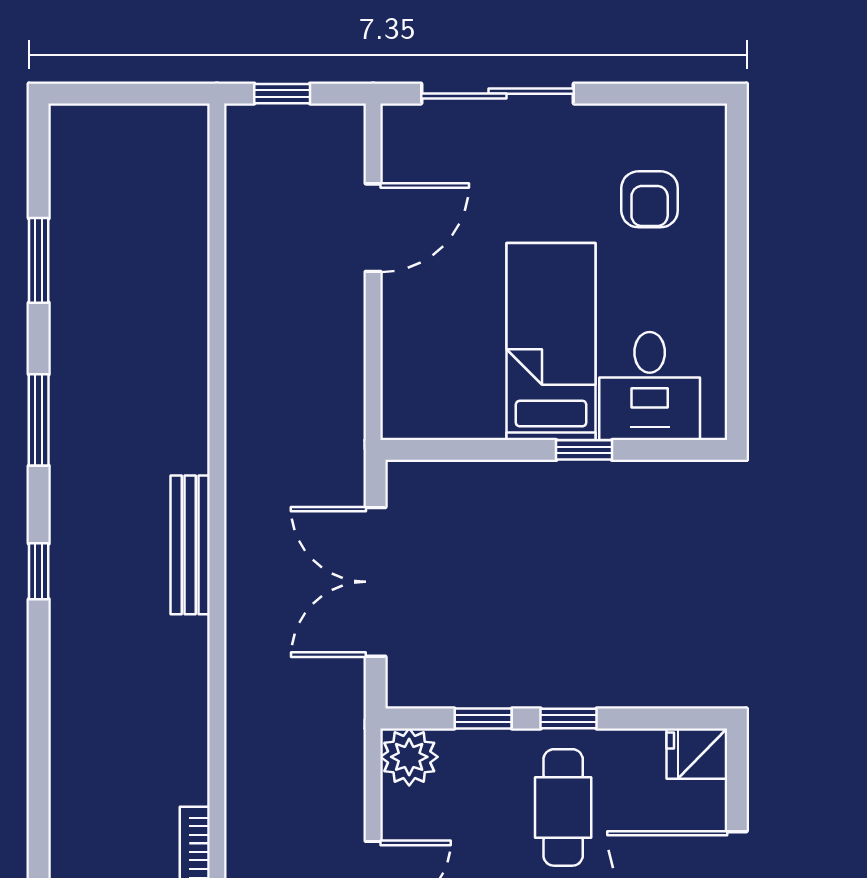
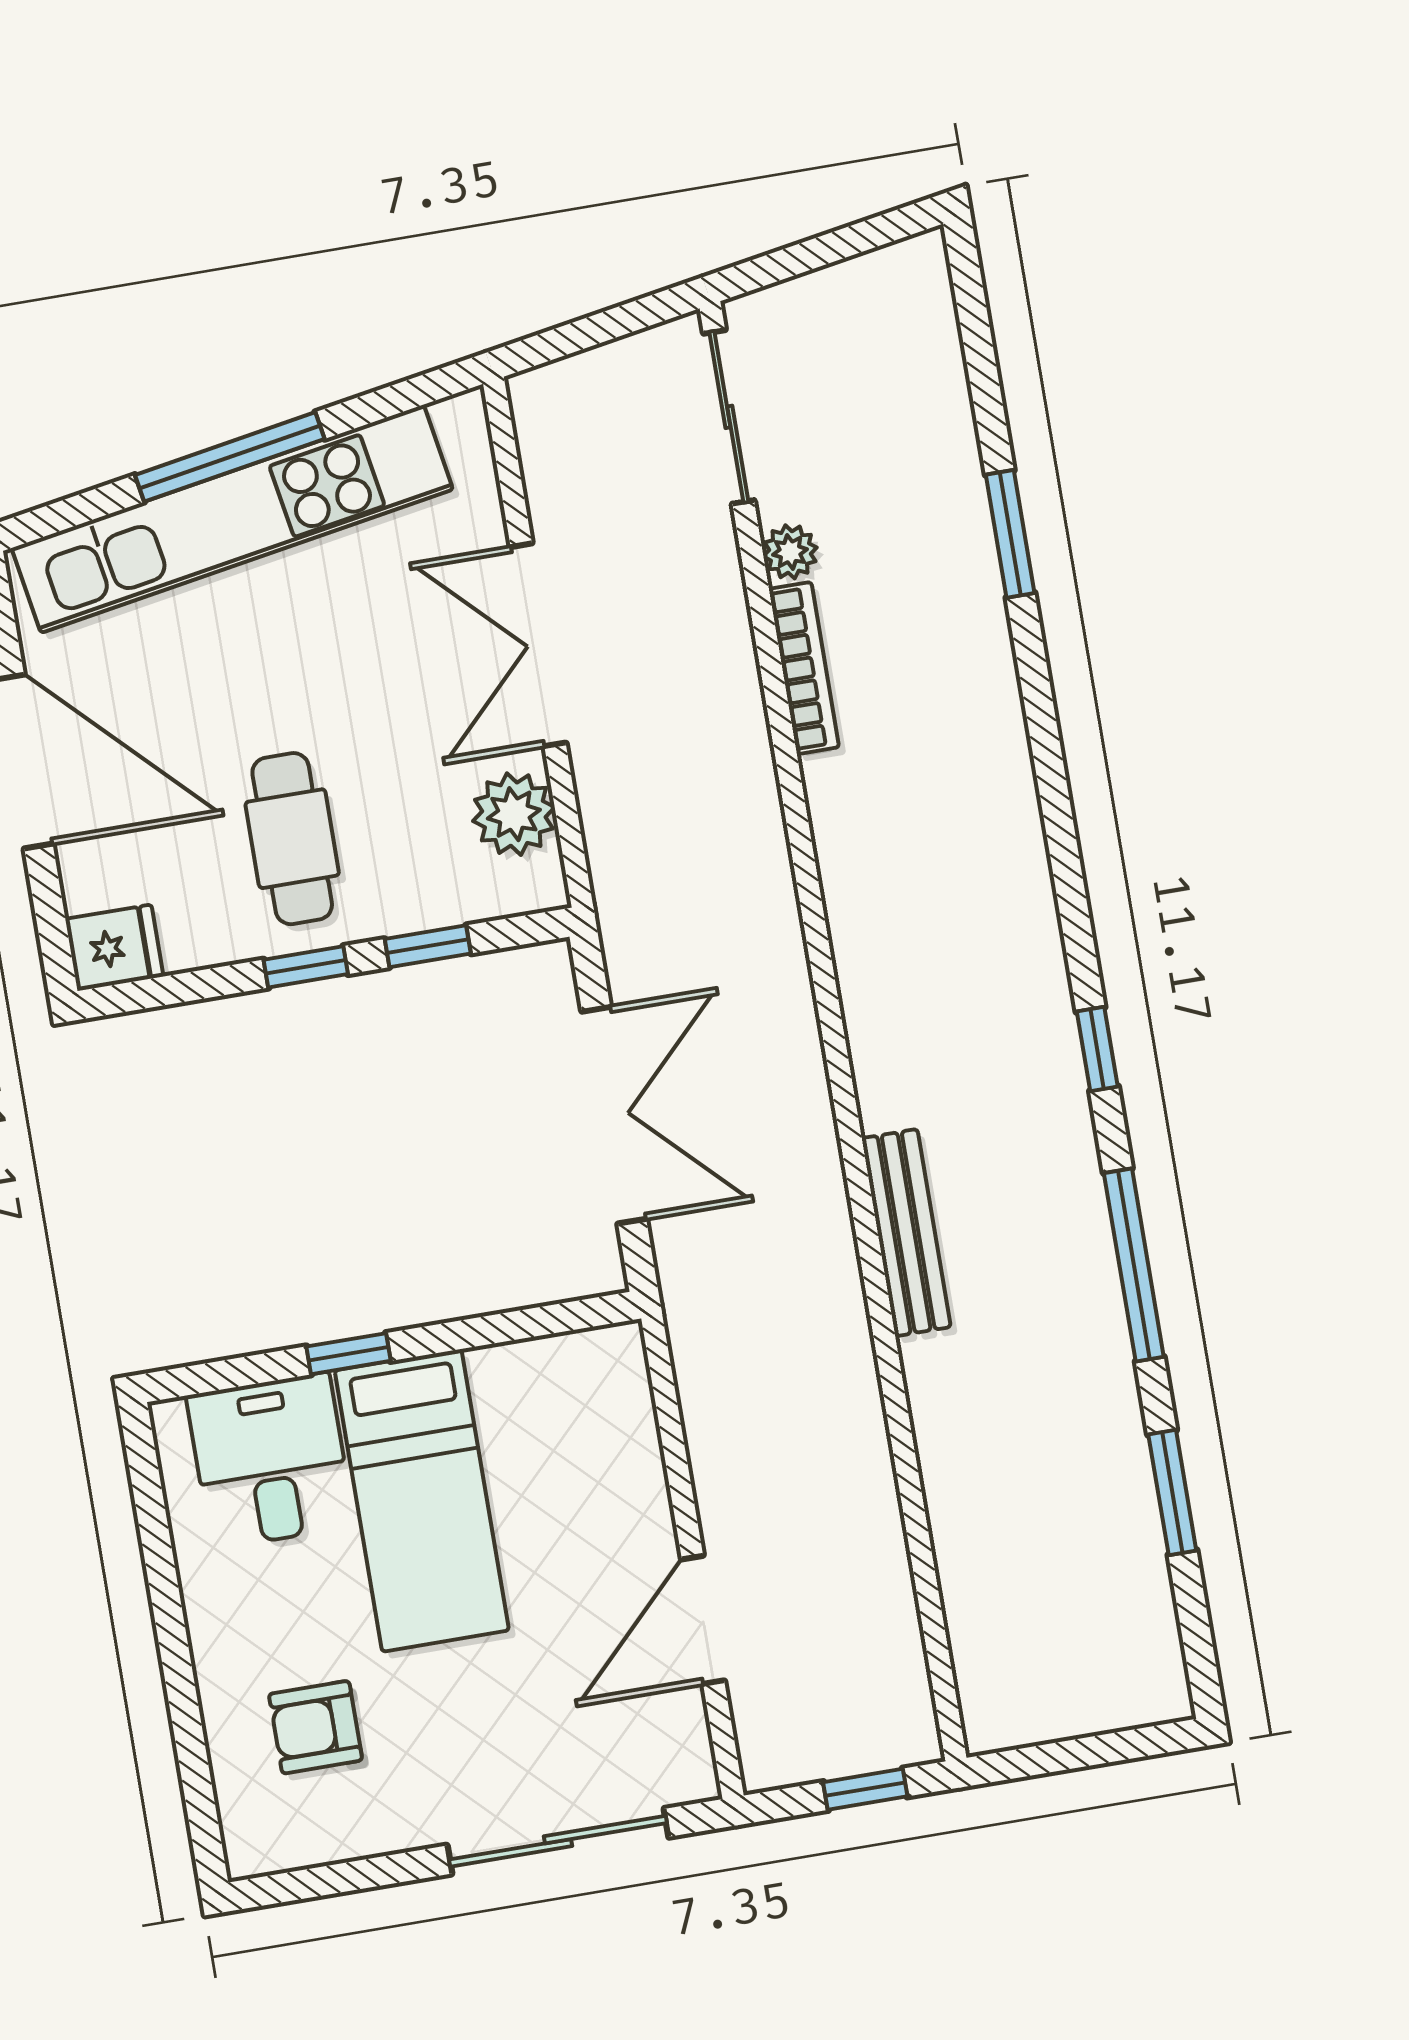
armchair: (650, 199) -> (316, 1727), turned -90
window: (39, 420) -> (1134, 1265), width x1.44
bench: (190, 545) -> (906, 1233), moved
plant: (409, 757) -> (514, 814), moved

